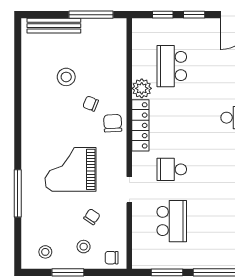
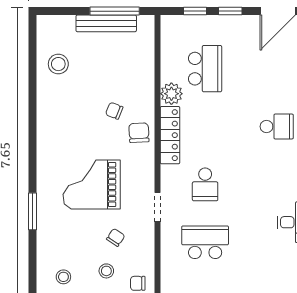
bench: (54, 26) -> (106, 23), moved
school desk: (172, 66) -> (205, 69), turned 180
stool: (66, 77) -> (58, 64), moved
school desk: (172, 169) -> (205, 184), turned -90
window: (18, 193) -> (33, 211), width x0.69
school desk: (172, 221) -> (205, 242), turned -90

